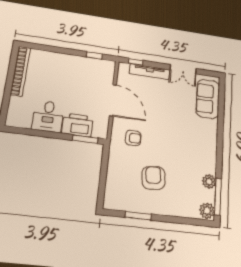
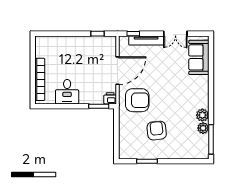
bookcase: (20, 71) -> (40, 79), moved
door: (113, 100) -> (117, 71), hinge flipped
printer: (77, 125) -> (110, 98), moved, width x0.53, depth x0.68
armchair: (133, 138) -> (137, 100), width x1.88, depth x1.88
plant: (207, 211) -> (202, 115), moved

